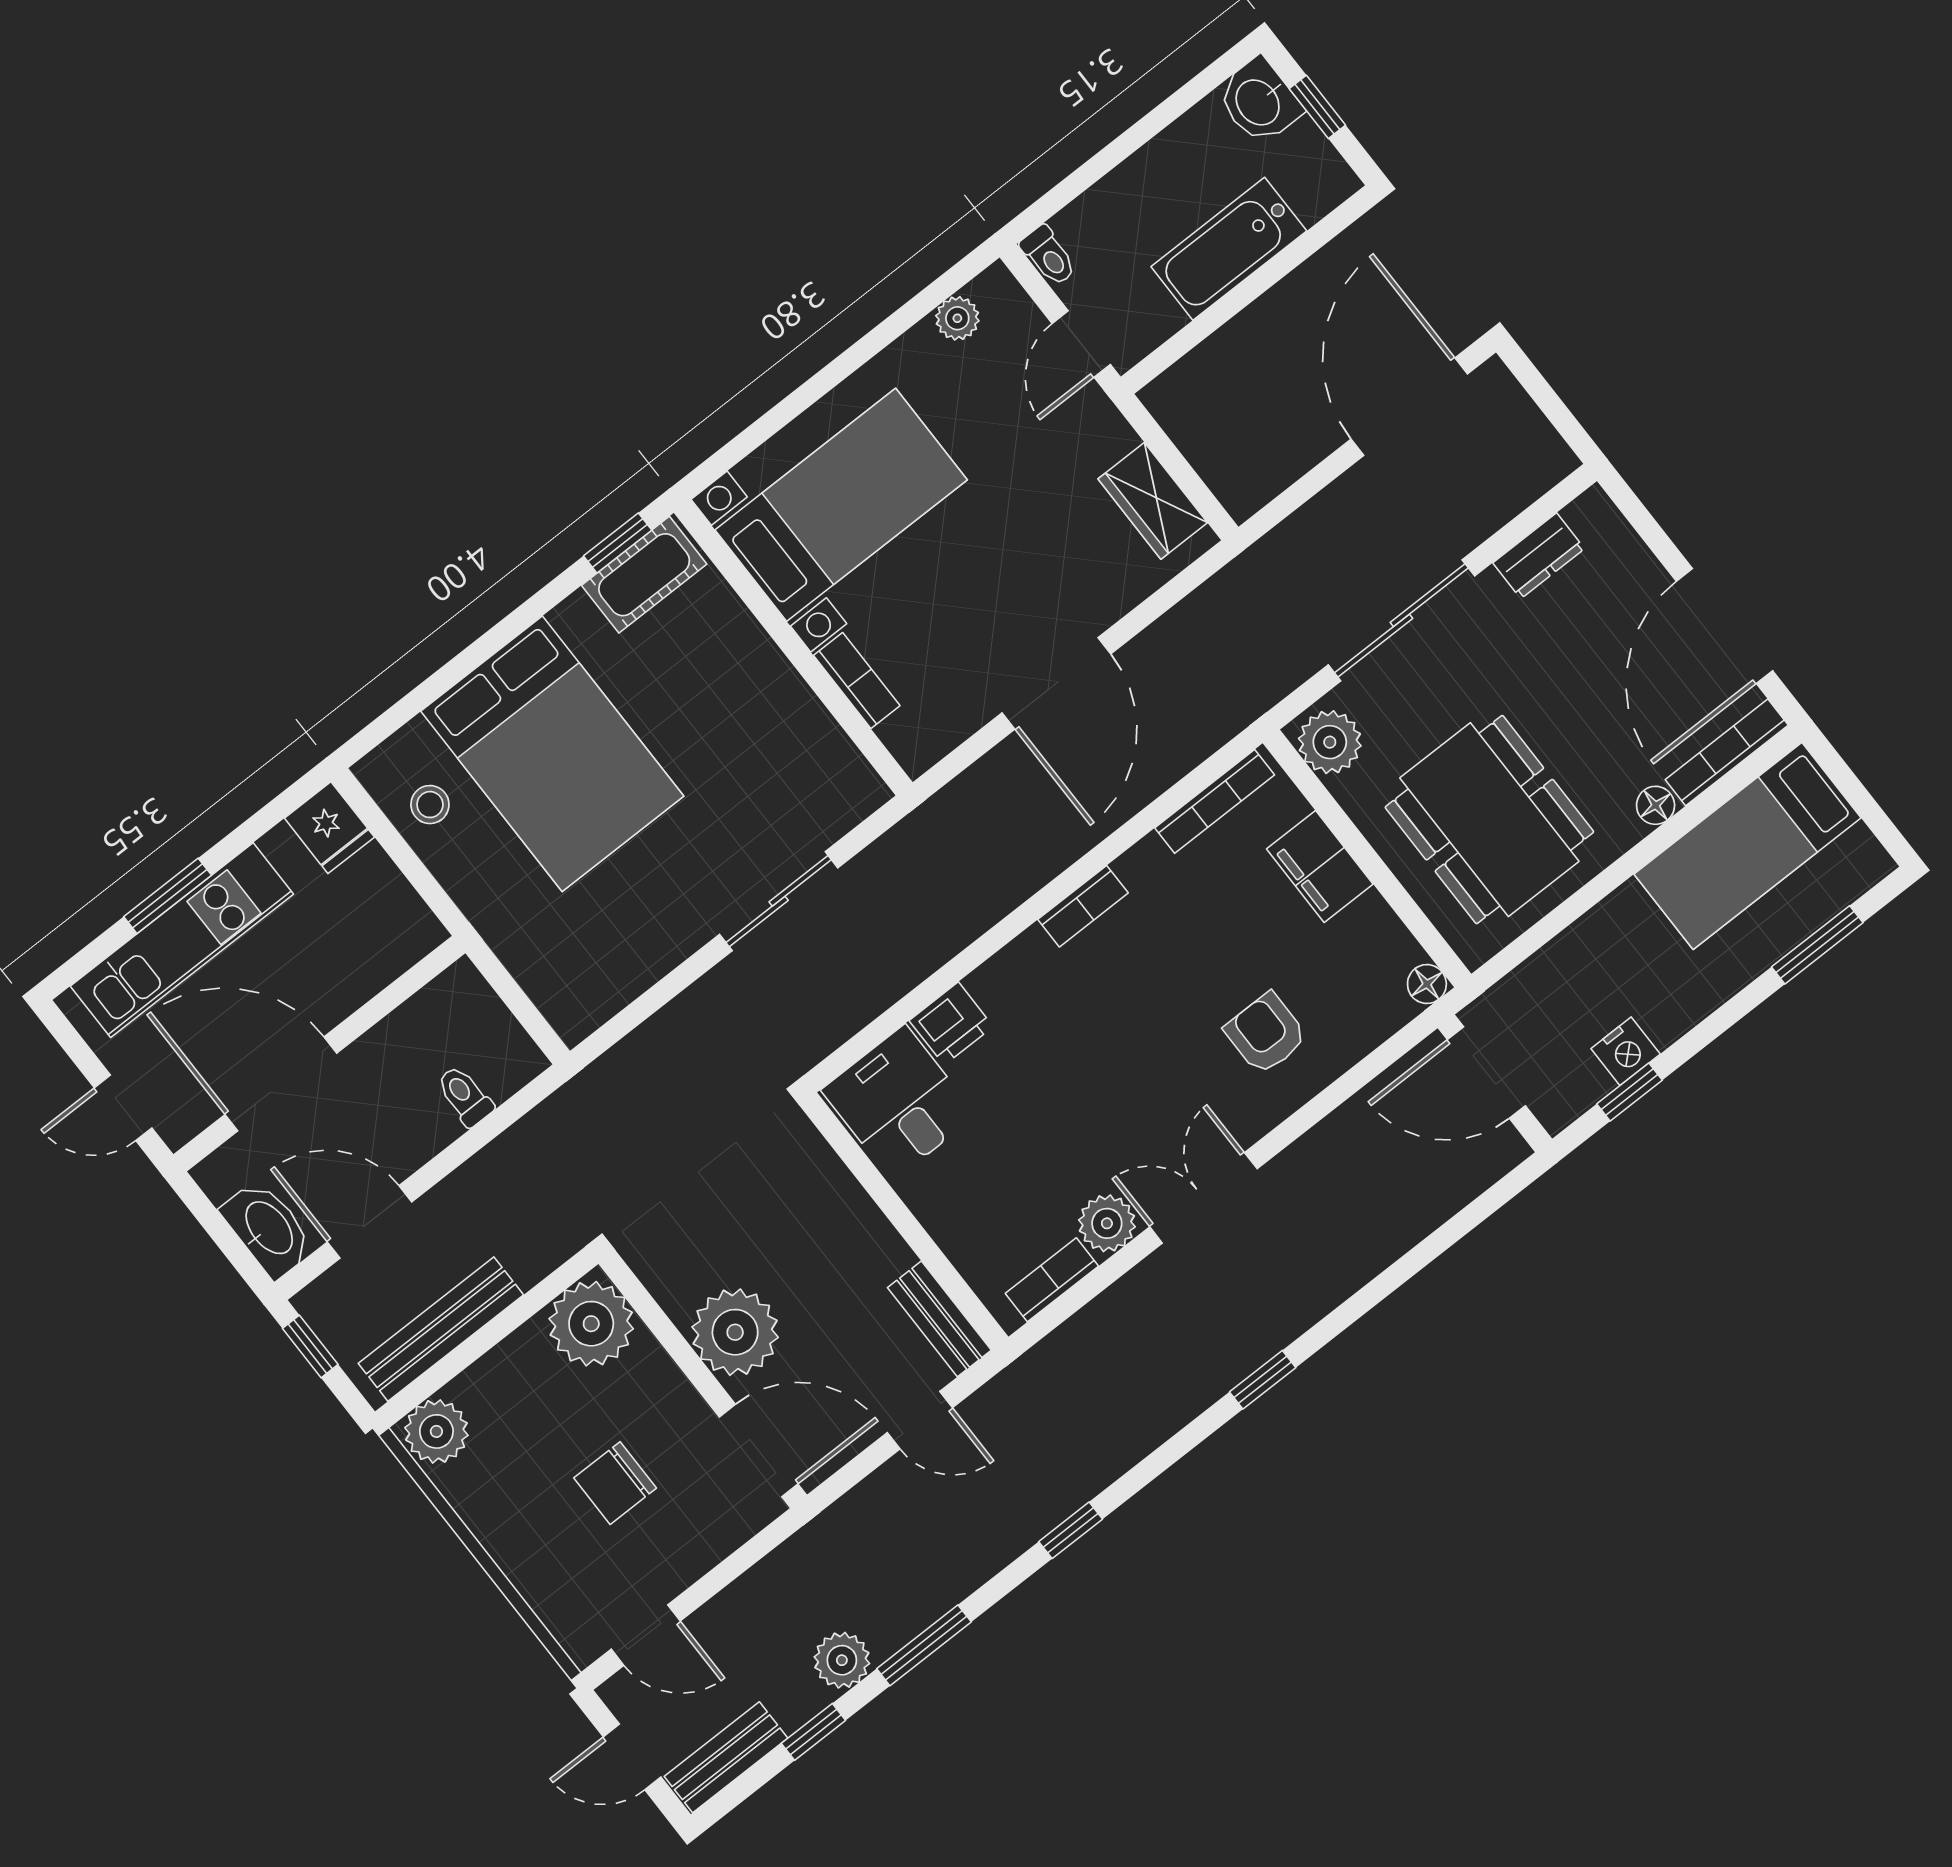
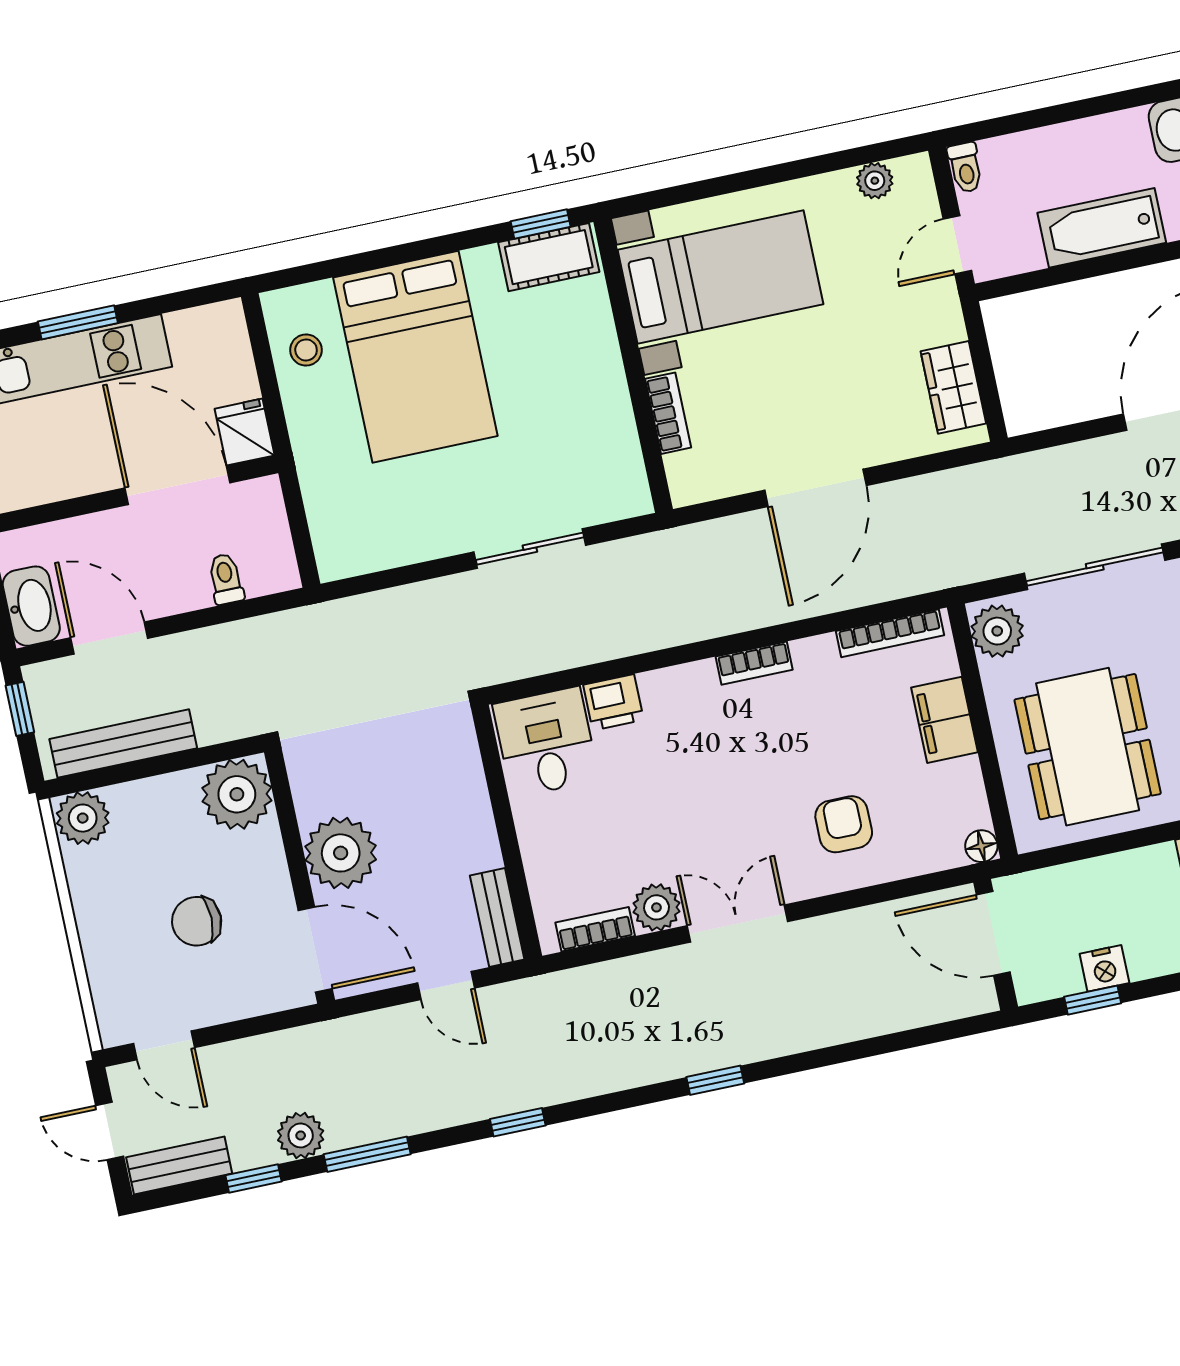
fridge: (329, 828) -> (245, 432), moved, turned 180
door: (281, 1084) -> (177, 485), moved

